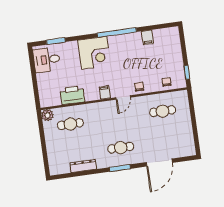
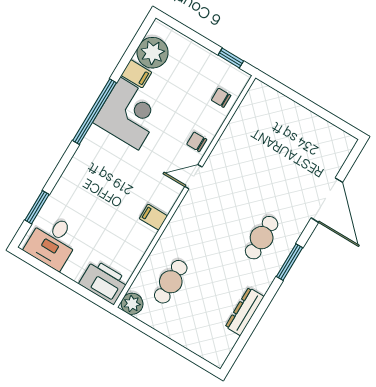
plant: (162, 37) -> (153, 53), added
corner desk: (94, 53) -> (129, 114), moved
filing cabinet: (105, 93) -> (153, 217), moved
printer: (72, 95) -> (104, 282), moved, turned 90
door: (123, 97) -> (193, 177), swing flipped
cafe table: (163, 111) -> (258, 137), removed

